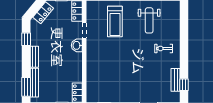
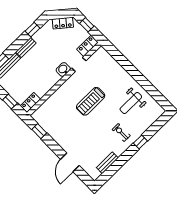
treadmill: (115, 21) -> (91, 101), moved
window: (184, 85) -> (140, 142), moved

